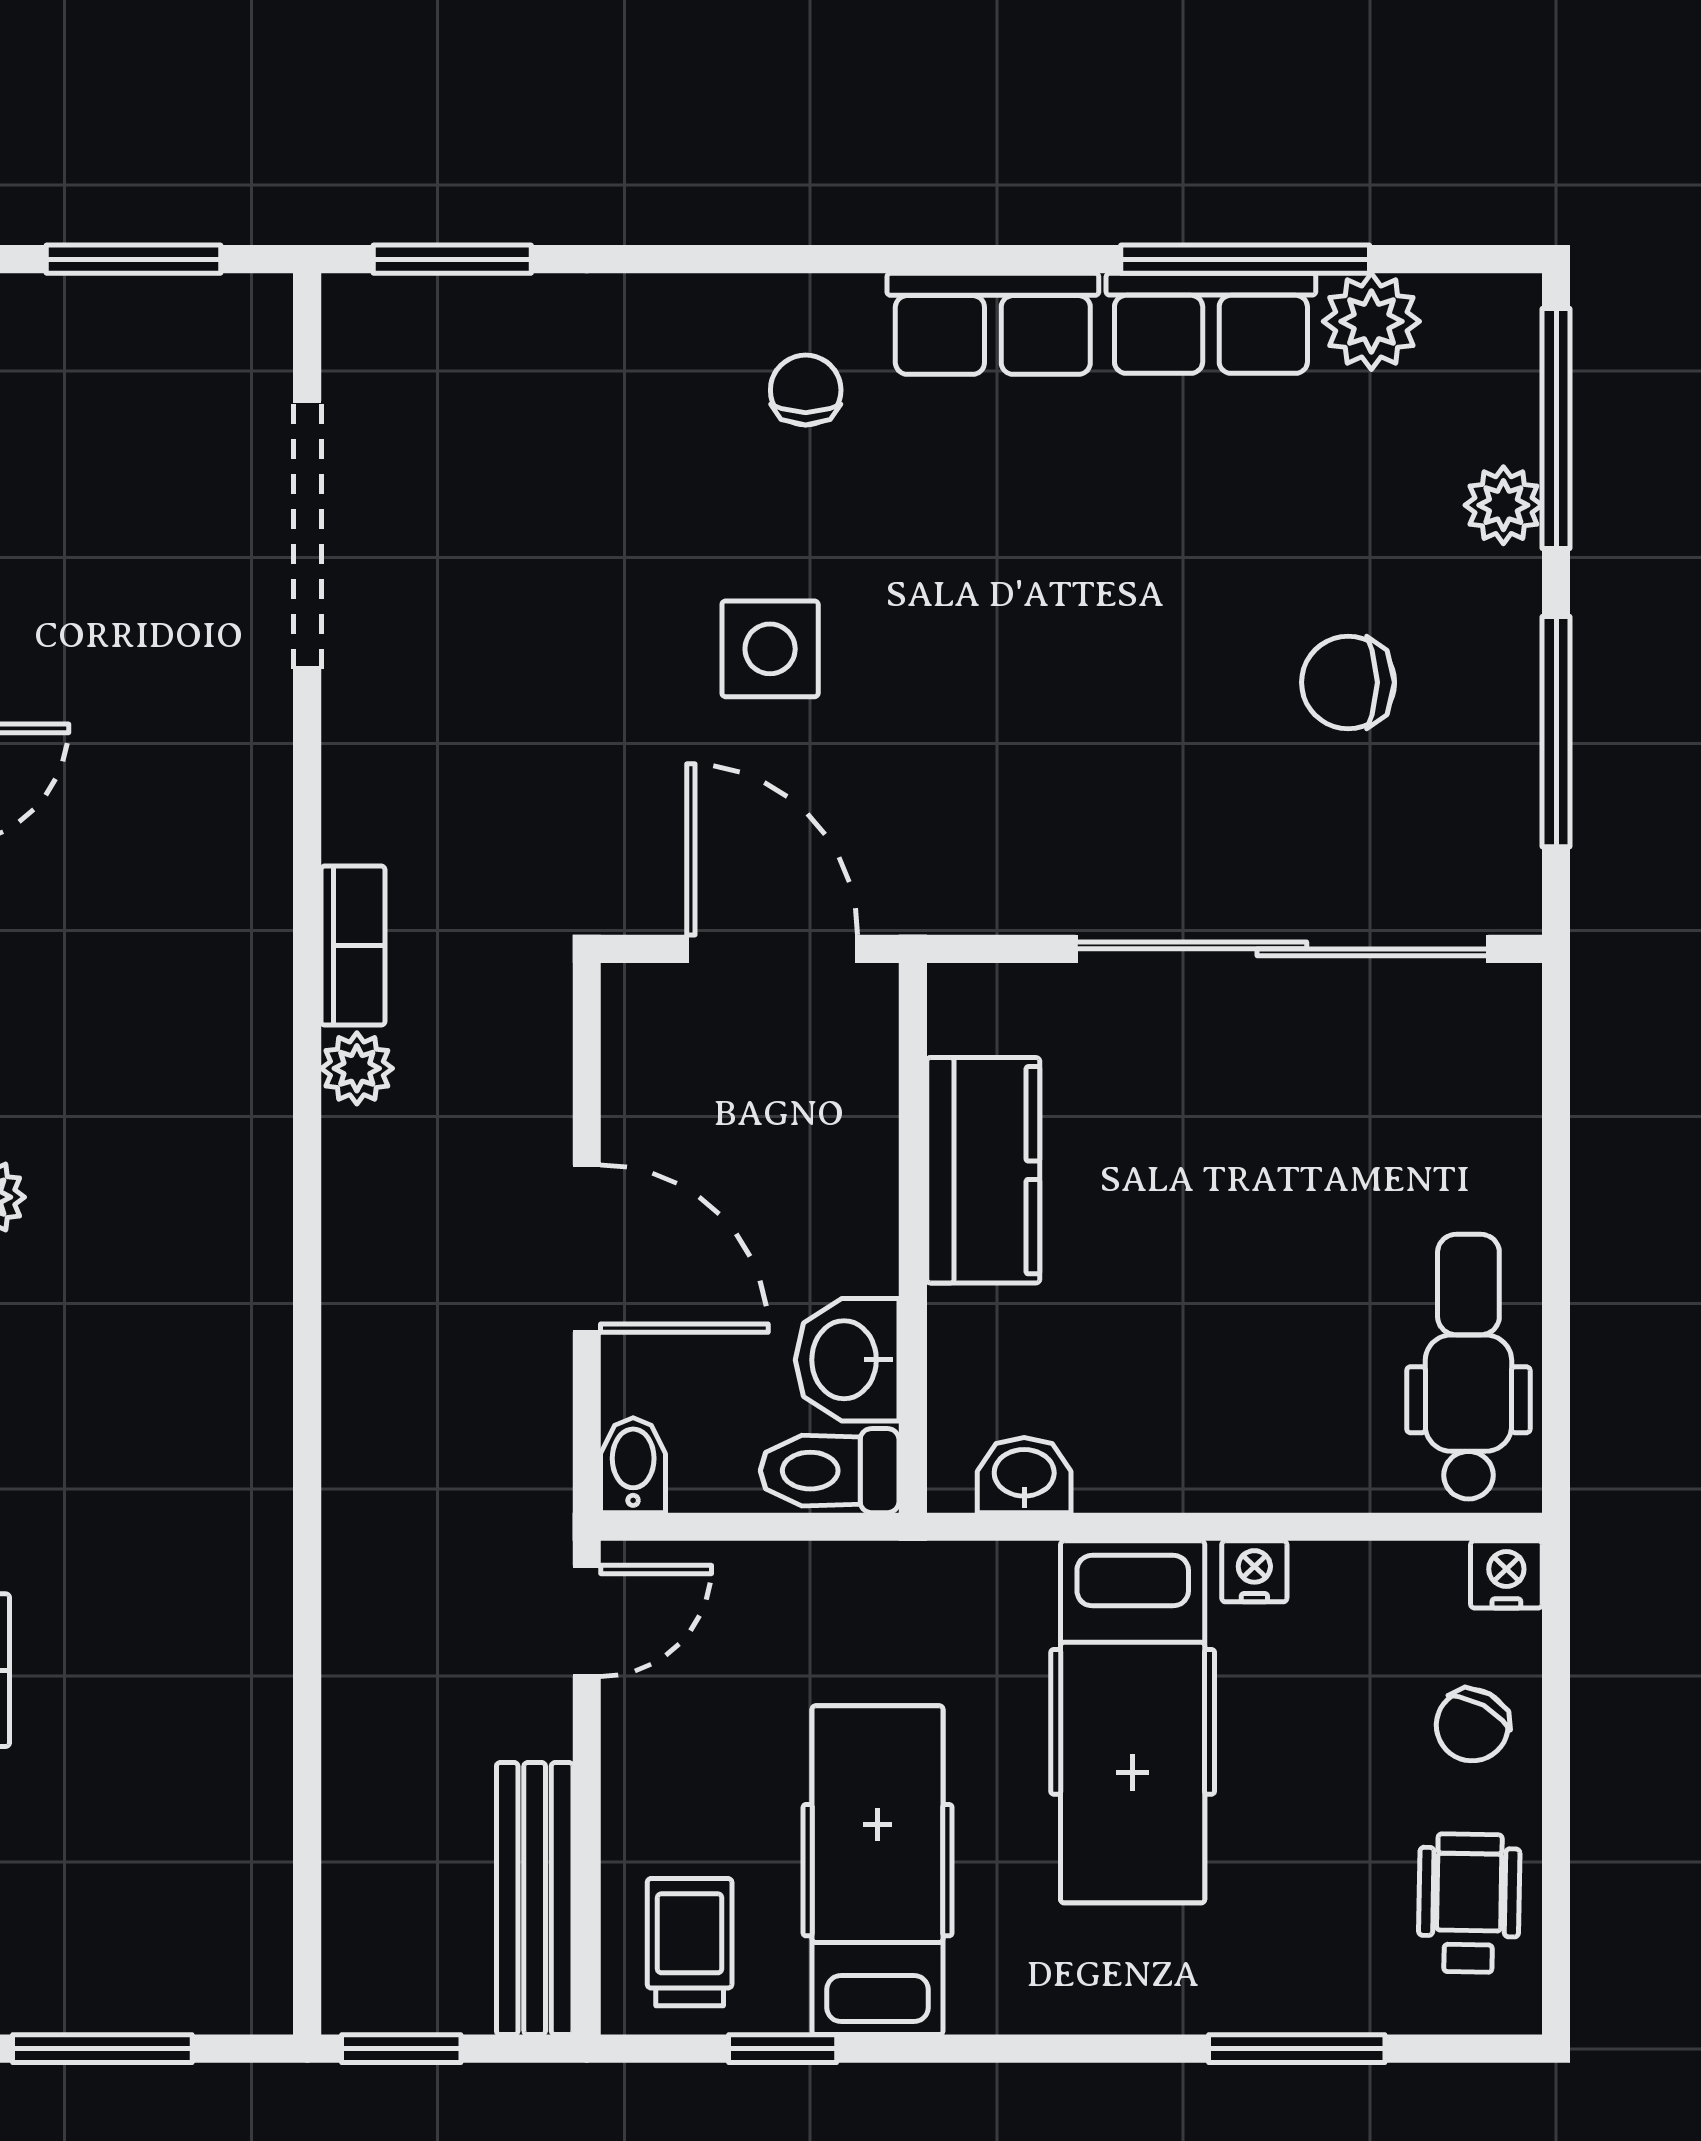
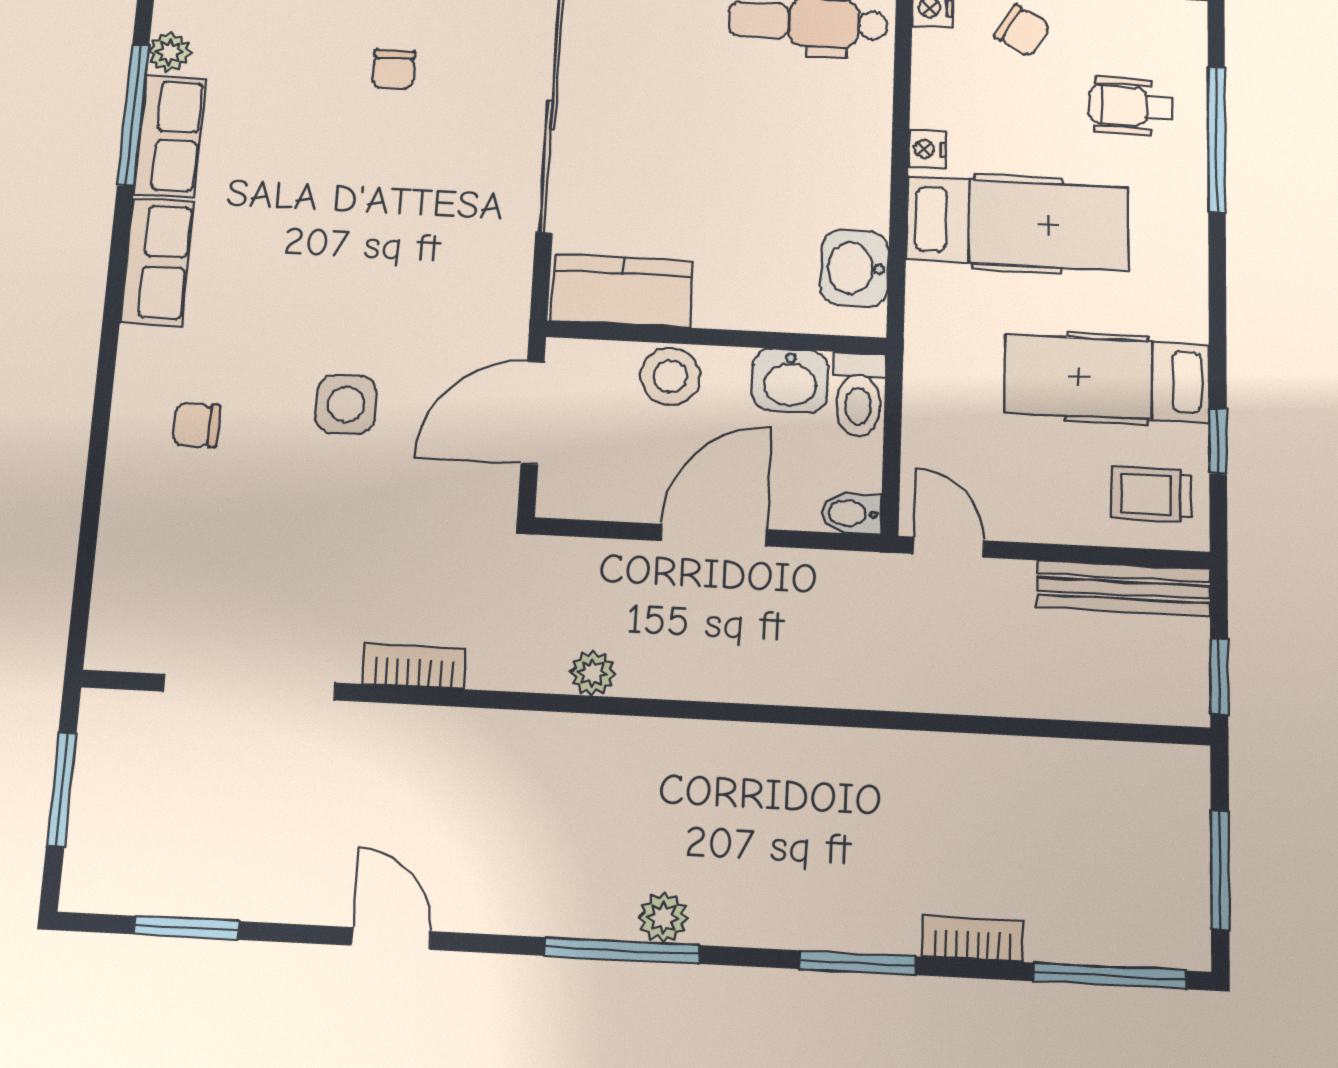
window: (452, 259) -> (83, 587), removed
plant: (1371, 321) -> (170, 52), width x0.73, depth x0.73
chair: (806, 390) -> (196, 425), moved
chair: (1348, 682) -> (394, 69), width x0.73, depth x0.73
bookcase: (353, 946) -> (414, 666), moved
stool: (844, 1167) -> (670, 376), added
kitchen counter: (983, 1170) -> (622, 291), moved
washbasin: (1024, 1475) -> (855, 268), width x1.38, depth x1.45
wheelchair: (1469, 1903) -> (1130, 106), moved
window: (1297, 2049) -> (1217, 139), width x1.44

